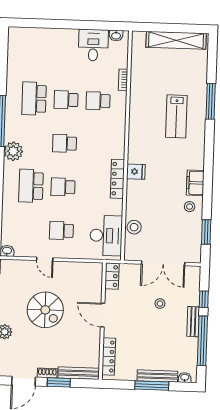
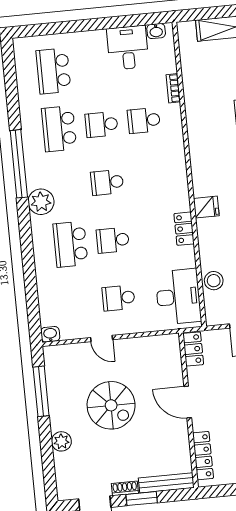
school desk: (36, 55) -> (53, 71), added
locker: (117, 179) -> (184, 229), width x0.66

